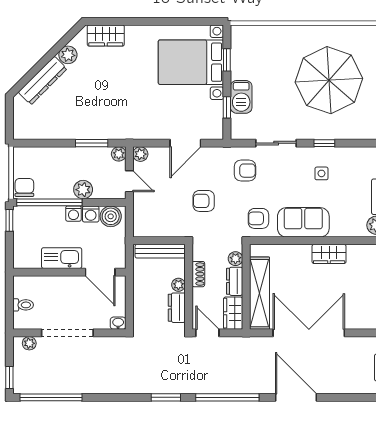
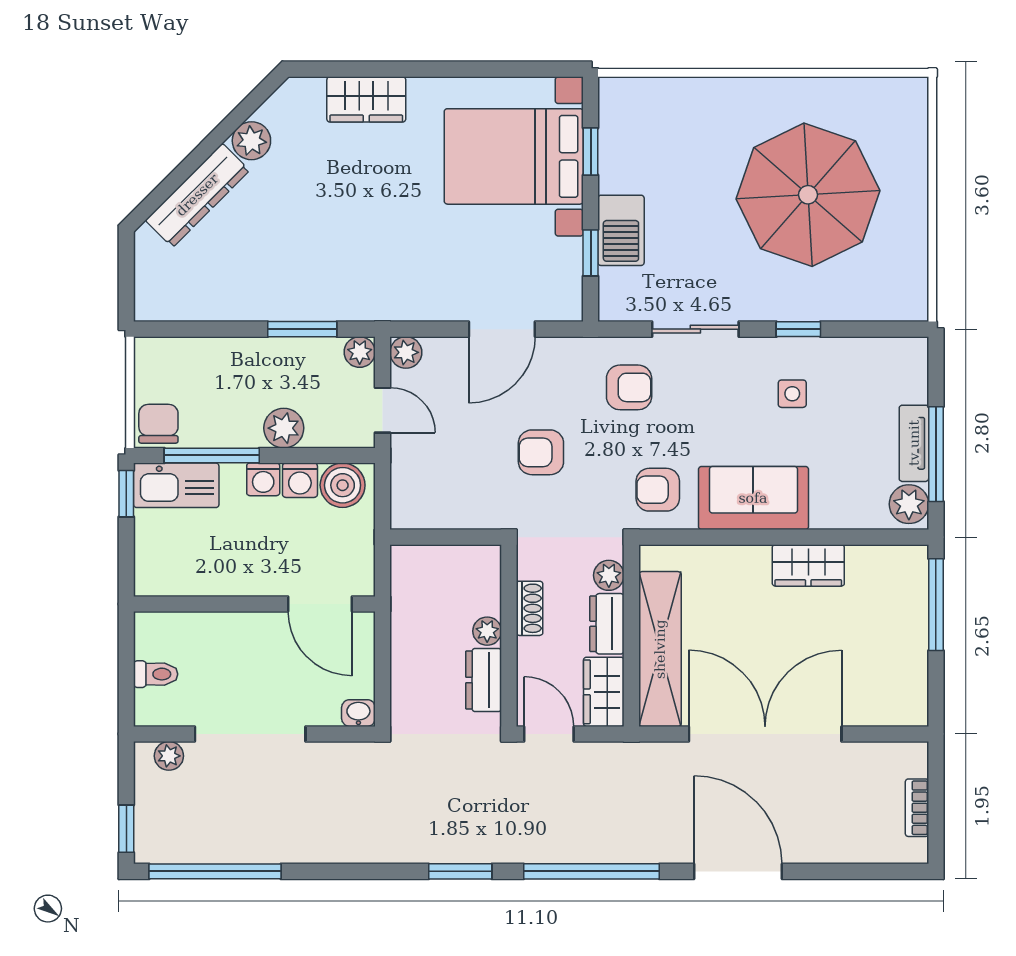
wardrobe: (106, 35) -> (366, 99), moved
window: (49, 202) -> (212, 455), width x0.68
bench: (160, 251) -> (448, 559), removed
kitchen sink: (62, 258) -> (176, 485), moved, turned 180

